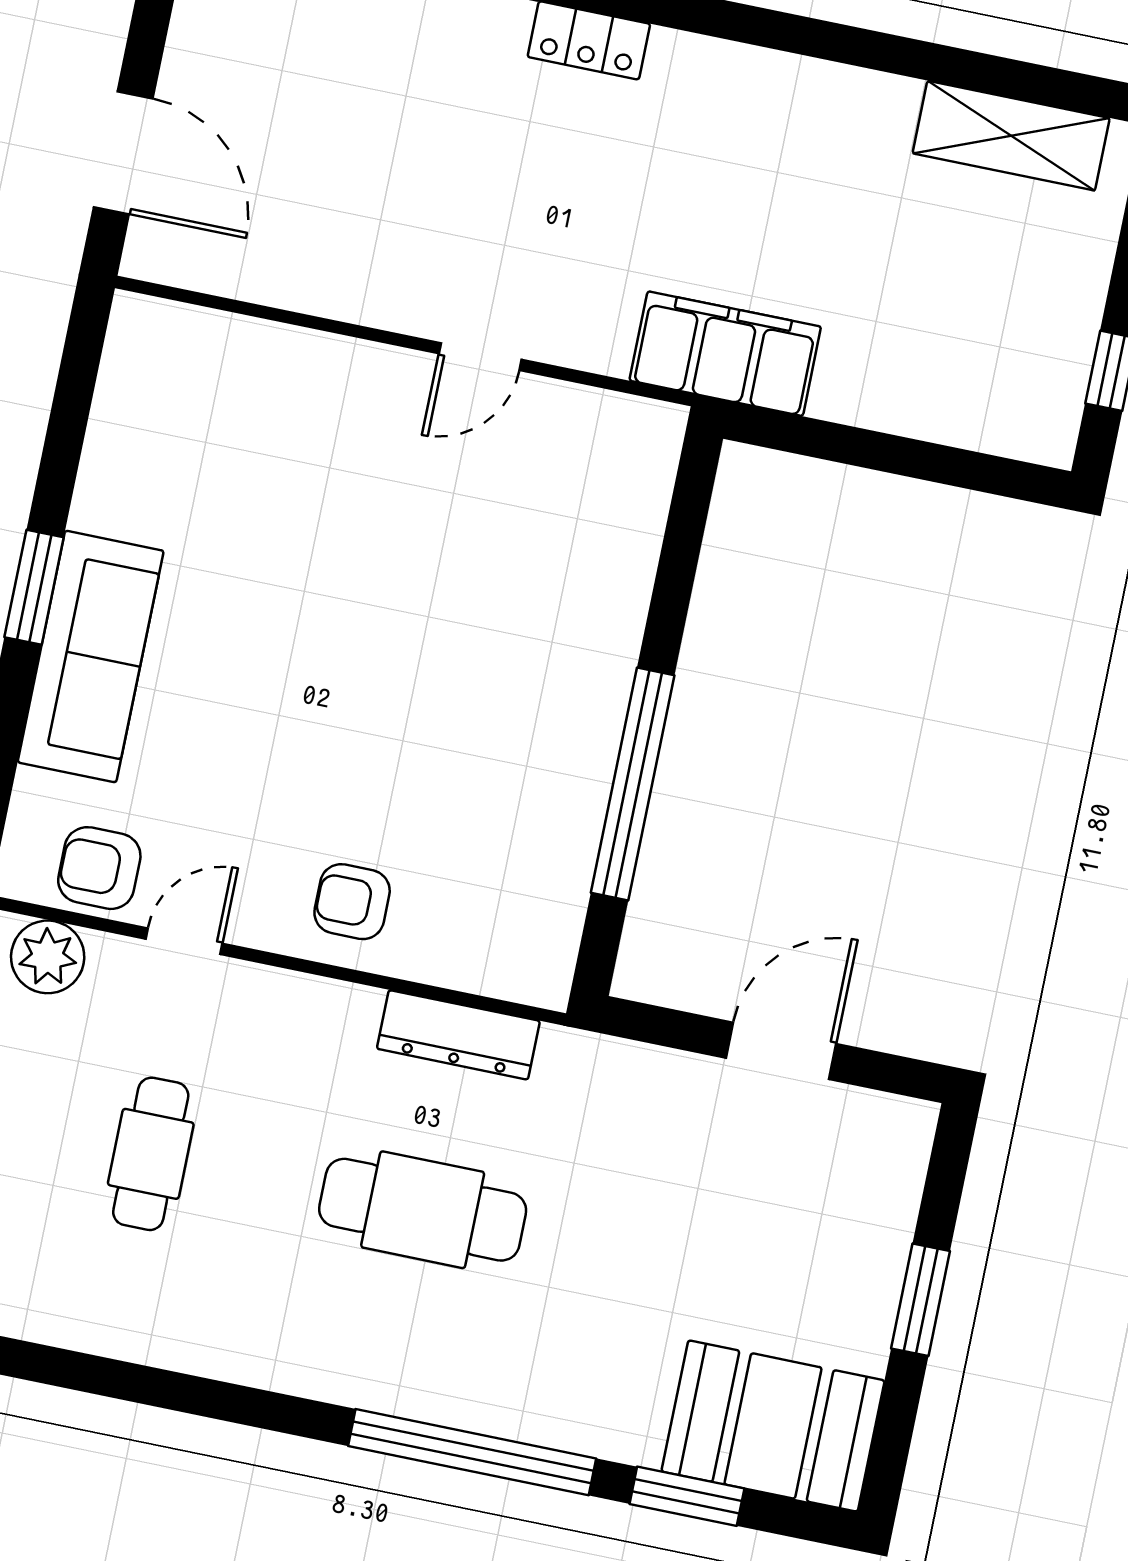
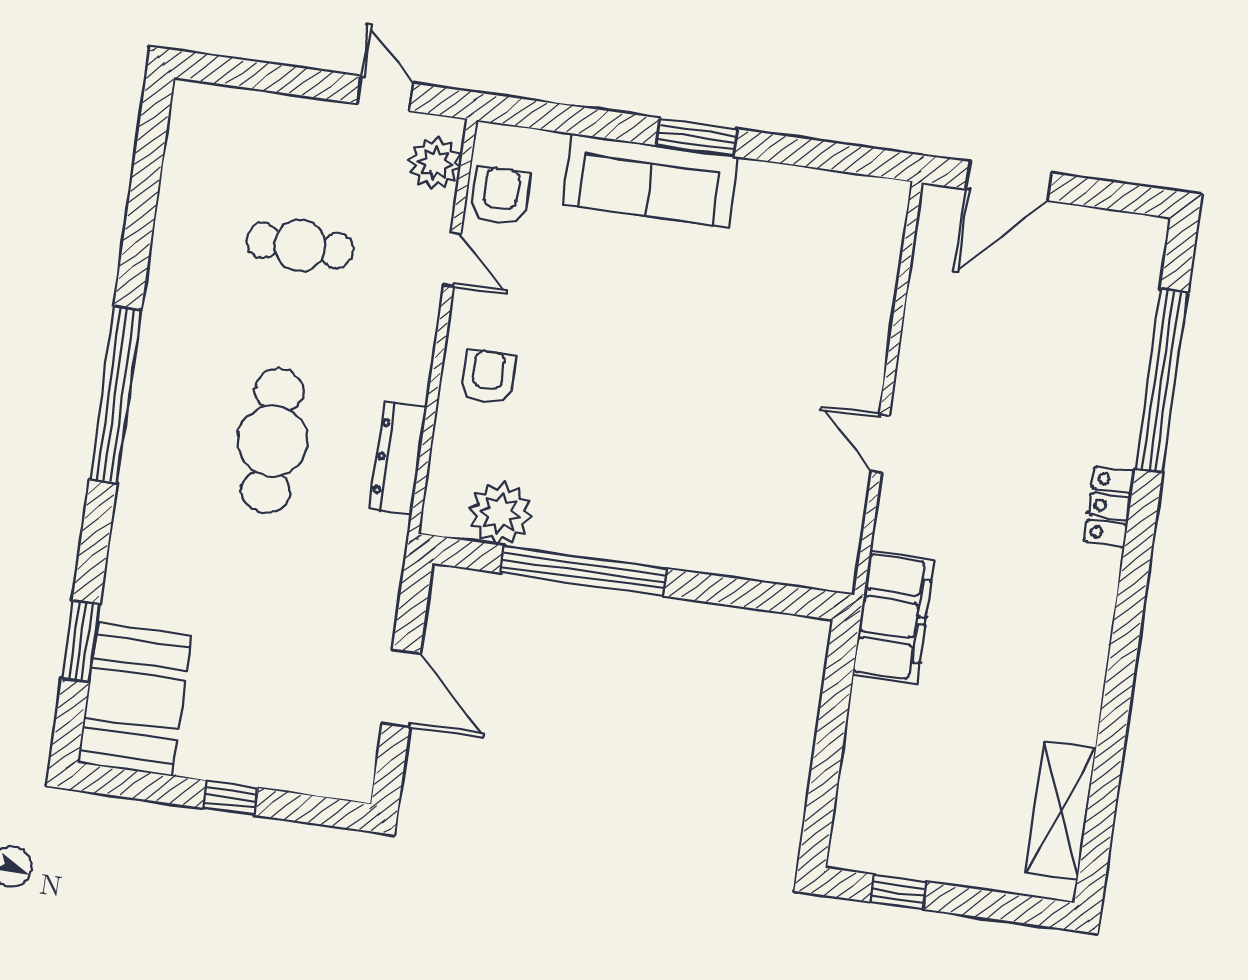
plant: (545, 896) -> (500, 513), added
window: (921, 1300) -> (231, 798), width x0.67
window: (472, 1452) -> (115, 395), moved

